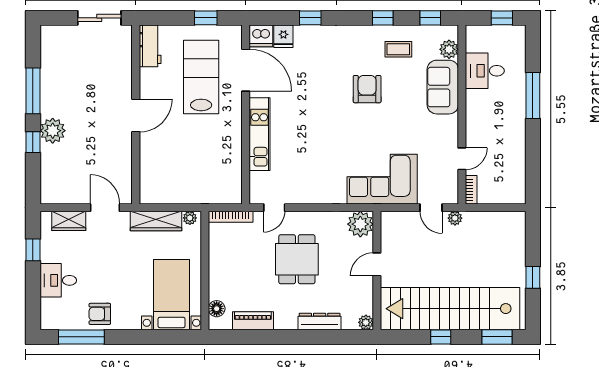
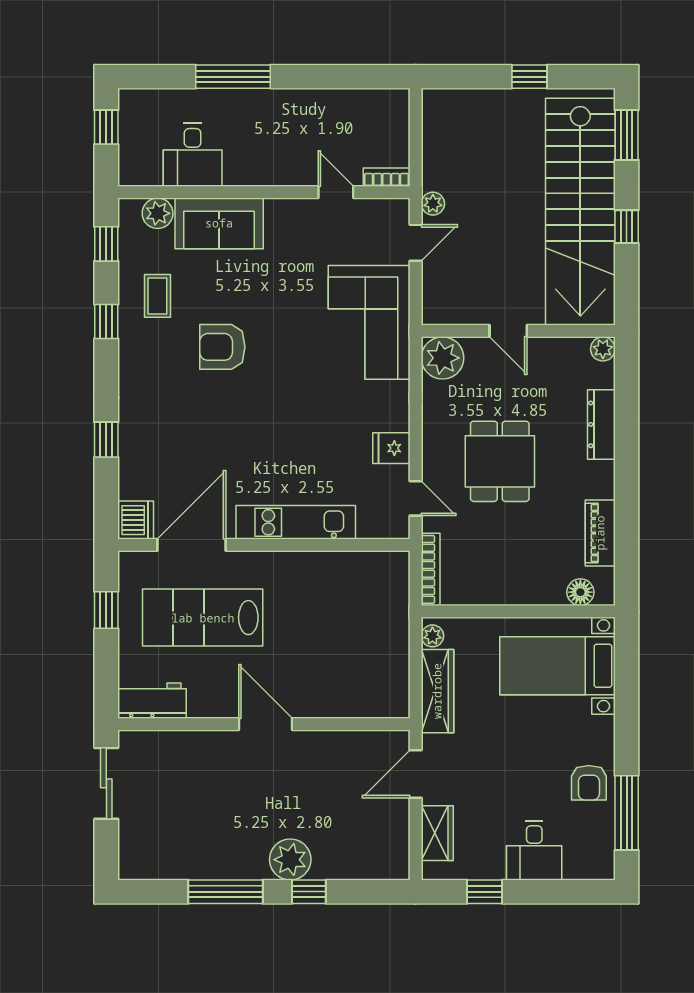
fridge: (283, 36) -> (391, 448), moved, turned 180
dining table: (297, 259) -> (500, 461), turned 90

